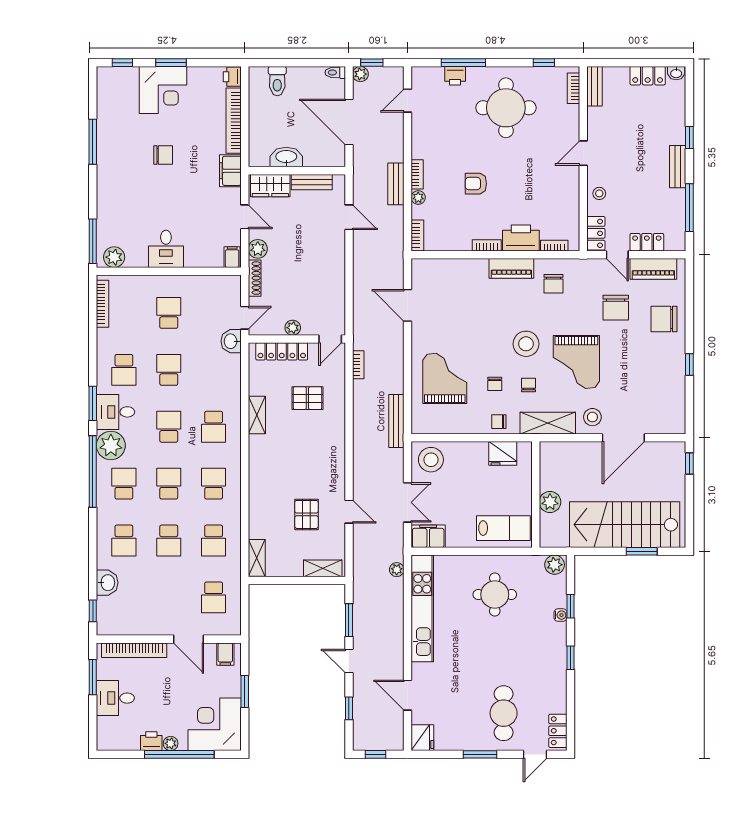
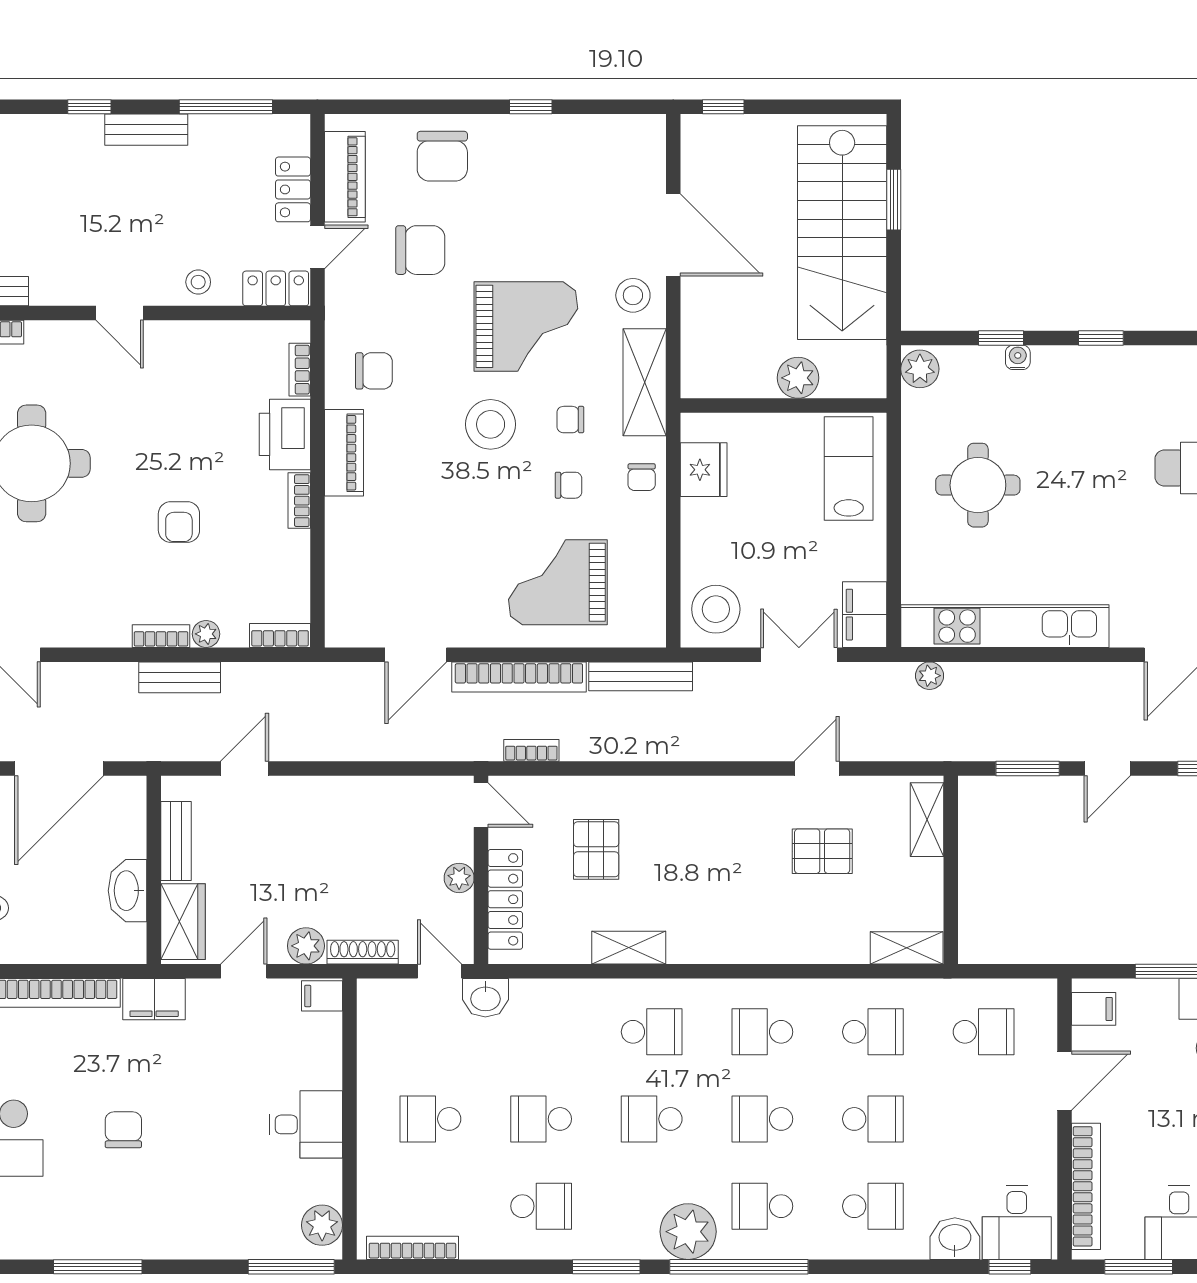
bookcase: (396, 358) -> (519, 677), added
desk: (115, 412) -> (1017, 1222), moved

